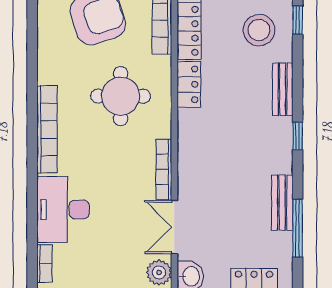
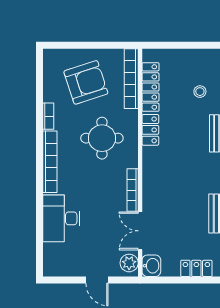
stool: (259, 30) -> (200, 92), width x0.53, depth x0.53
bookcase: (44, 263) -> (48, 116), moved

